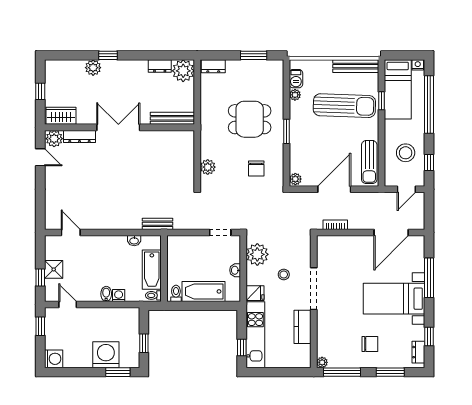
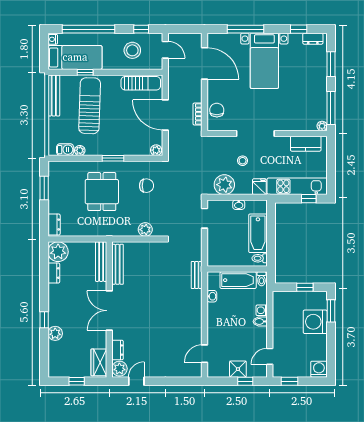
dresser: (79, 136) -> (117, 350), width x0.70
bench: (169, 136) -> (118, 264), added
kitchen counter: (303, 327) -> (306, 144), moved
chair: (370, 344) -> (217, 110), moved

